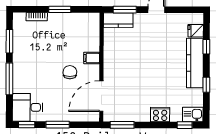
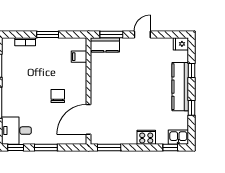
fridge: (196, 31) -> (181, 44), moved
filing cabinet: (92, 58) -> (79, 57), moved

